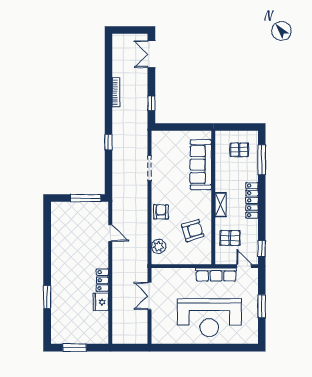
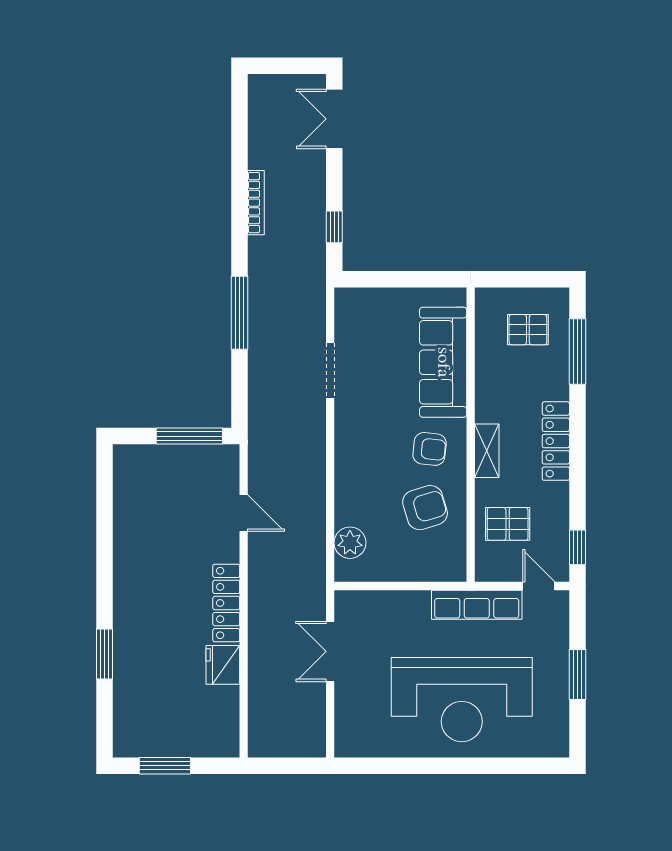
window: (108, 142) -> (240, 313), width x2.17
armchair: (161, 212) -> (430, 449), moved, turned 96
locker: (102, 280) -> (226, 603), width x1.53

